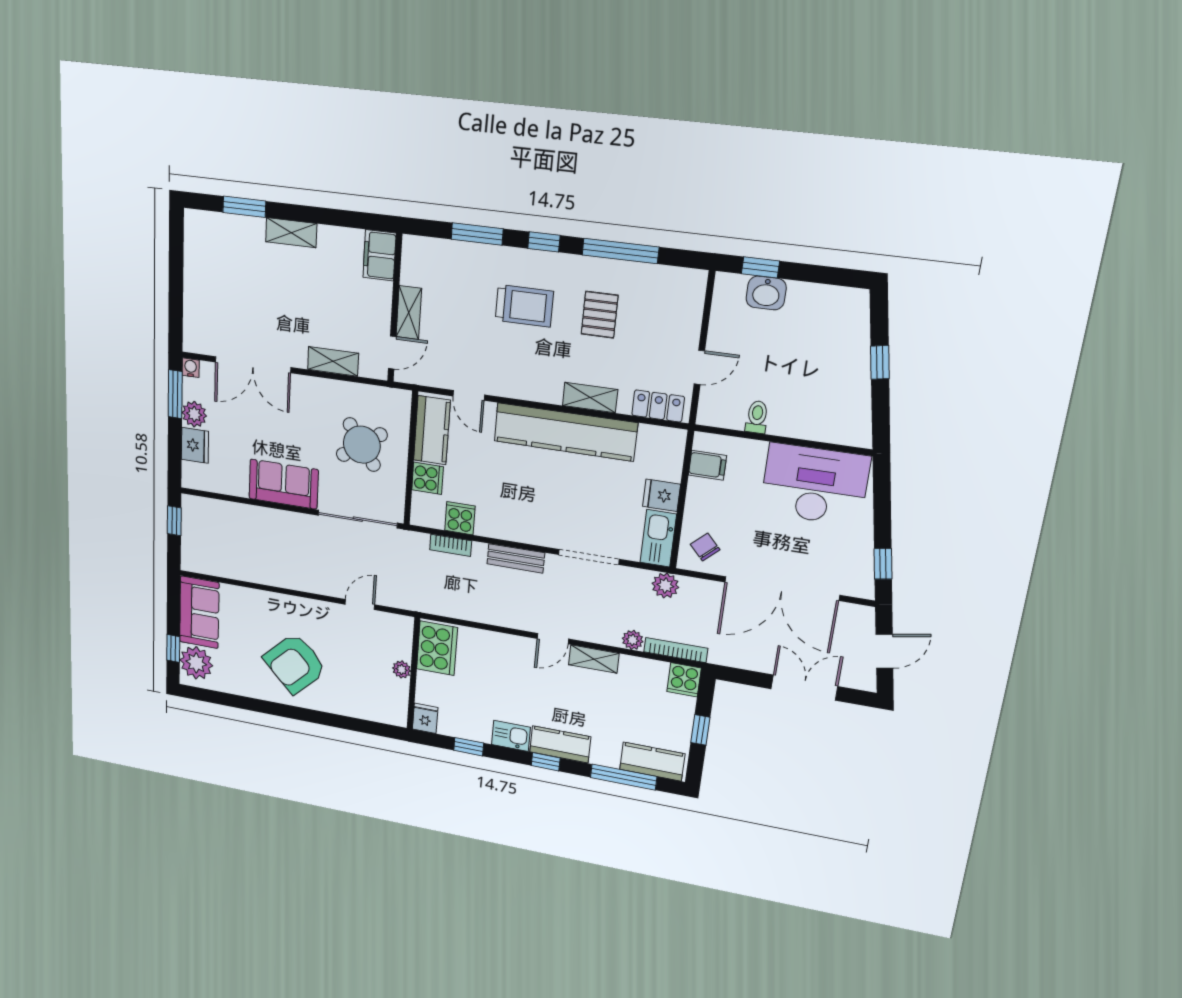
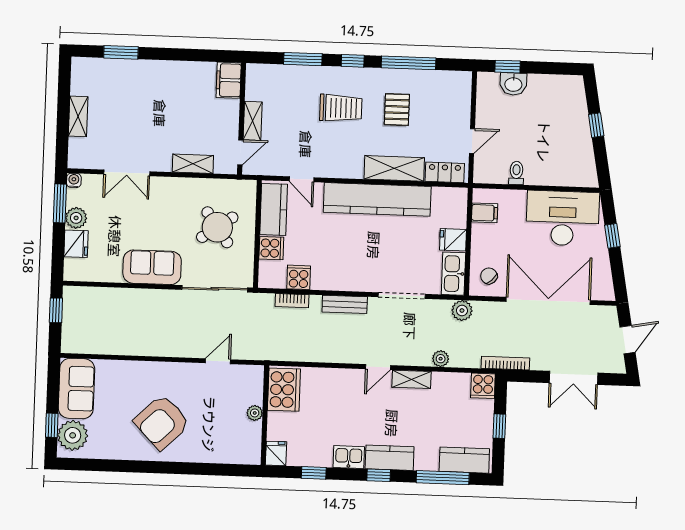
shelving: (291, 233) -> (78, 116), moved, turned 90
double door: (253, 365) -> (127, 173), width x0.73
shelving: (590, 398) -> (394, 168), width x1.50, depth x1.33
window: (883, 564) -> (612, 236), moved
double door: (782, 589) -> (548, 301), swing flipped
bookcase: (676, 650) -> (505, 363), moved
double door: (804, 688) -> (574, 378), swing flipped

